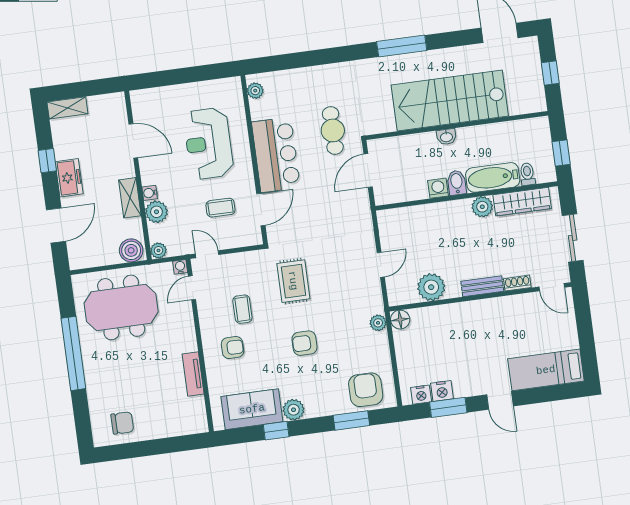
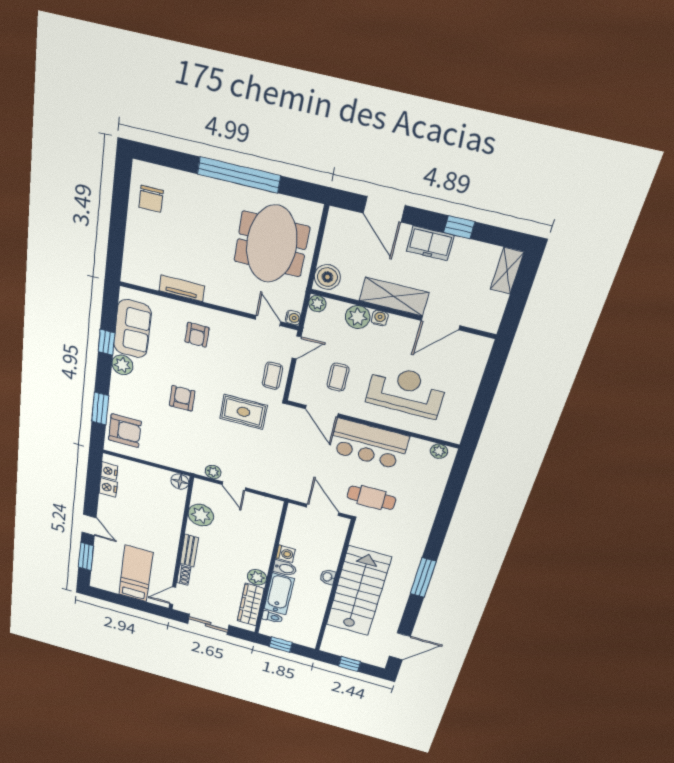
shelving: (130, 198) -> (394, 297), width x1.50, depth x1.33
coffee table: (242, 309) -> (272, 376), moved, turned 90
plant: (378, 323) -> (213, 472), moved
bed: (546, 370) -> (136, 574), moved
door: (500, 400) -> (89, 525), swing flipped
window: (448, 407) -> (86, 557), moved

